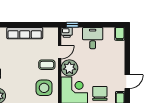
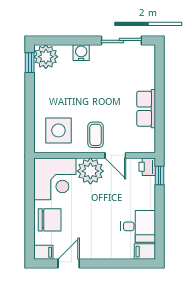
row of seats: (25, 33) -> (146, 109), width x0.68
desk: (93, 38) -> (138, 226), moved
door: (127, 82) -> (69, 264), swing flipped

